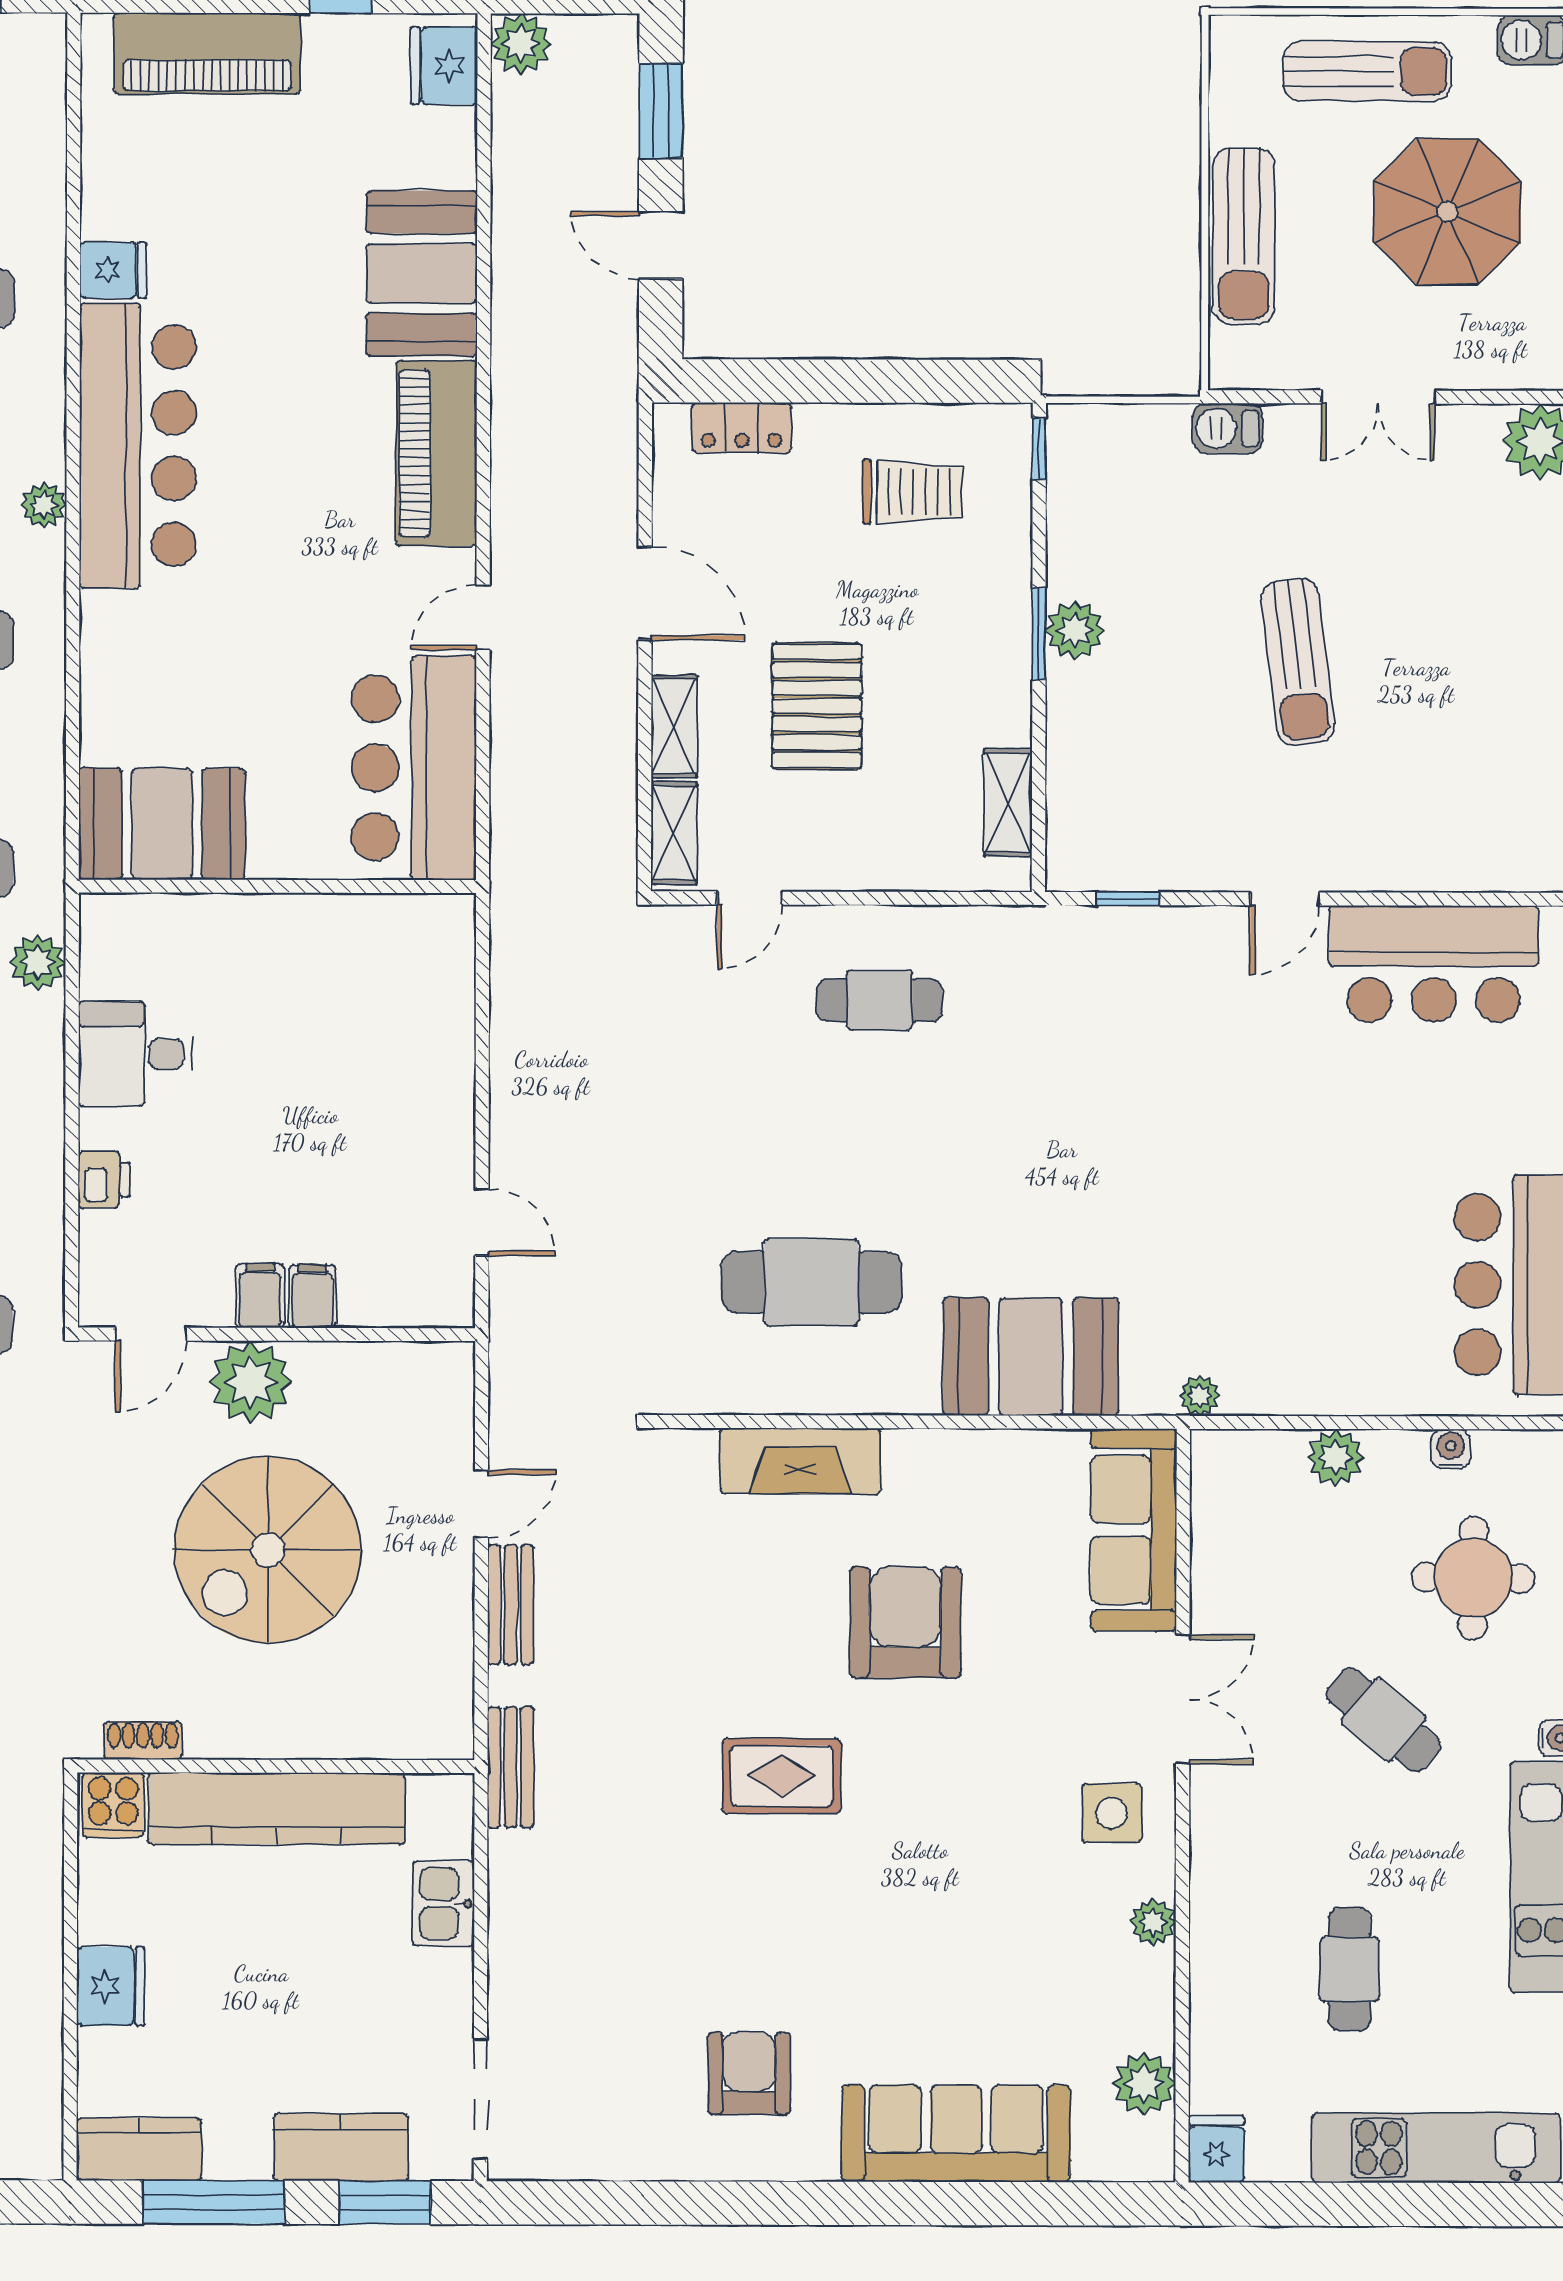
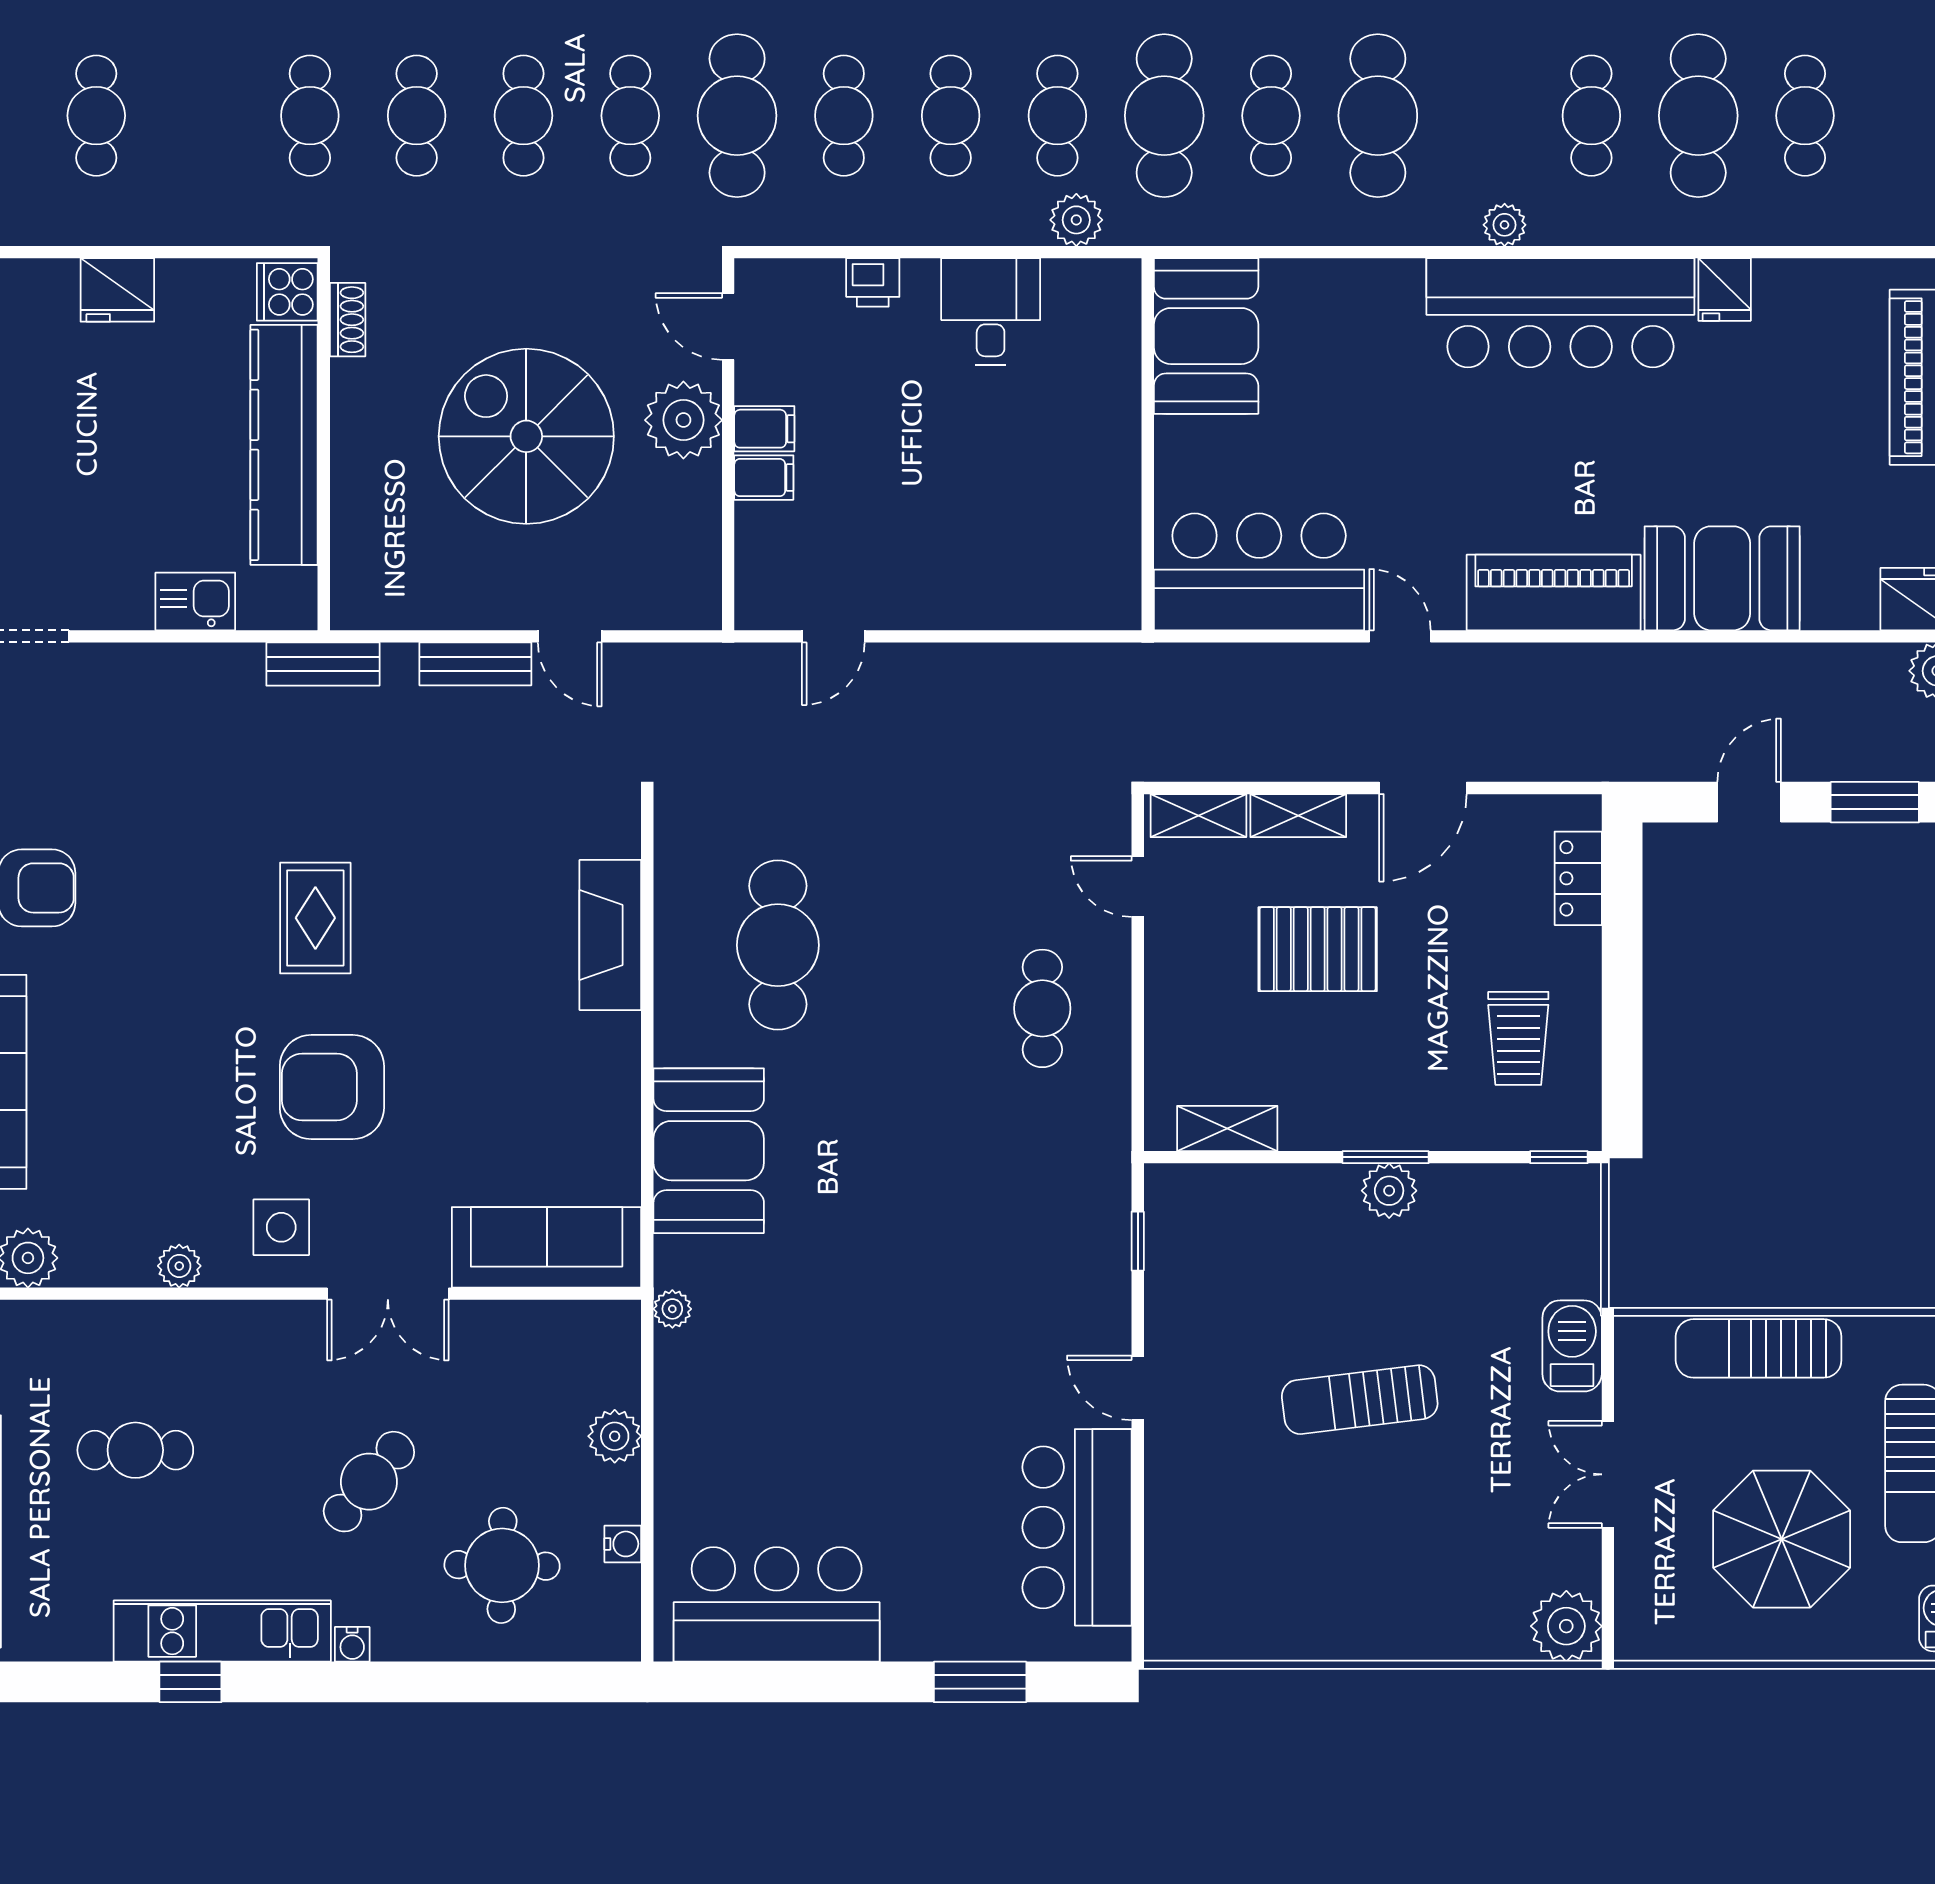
barbecue: (1228, 428) -> (1572, 1346), width x1.38, depth x1.27
armchair: (905, 1622) -> (332, 1087), moved, turned 180

